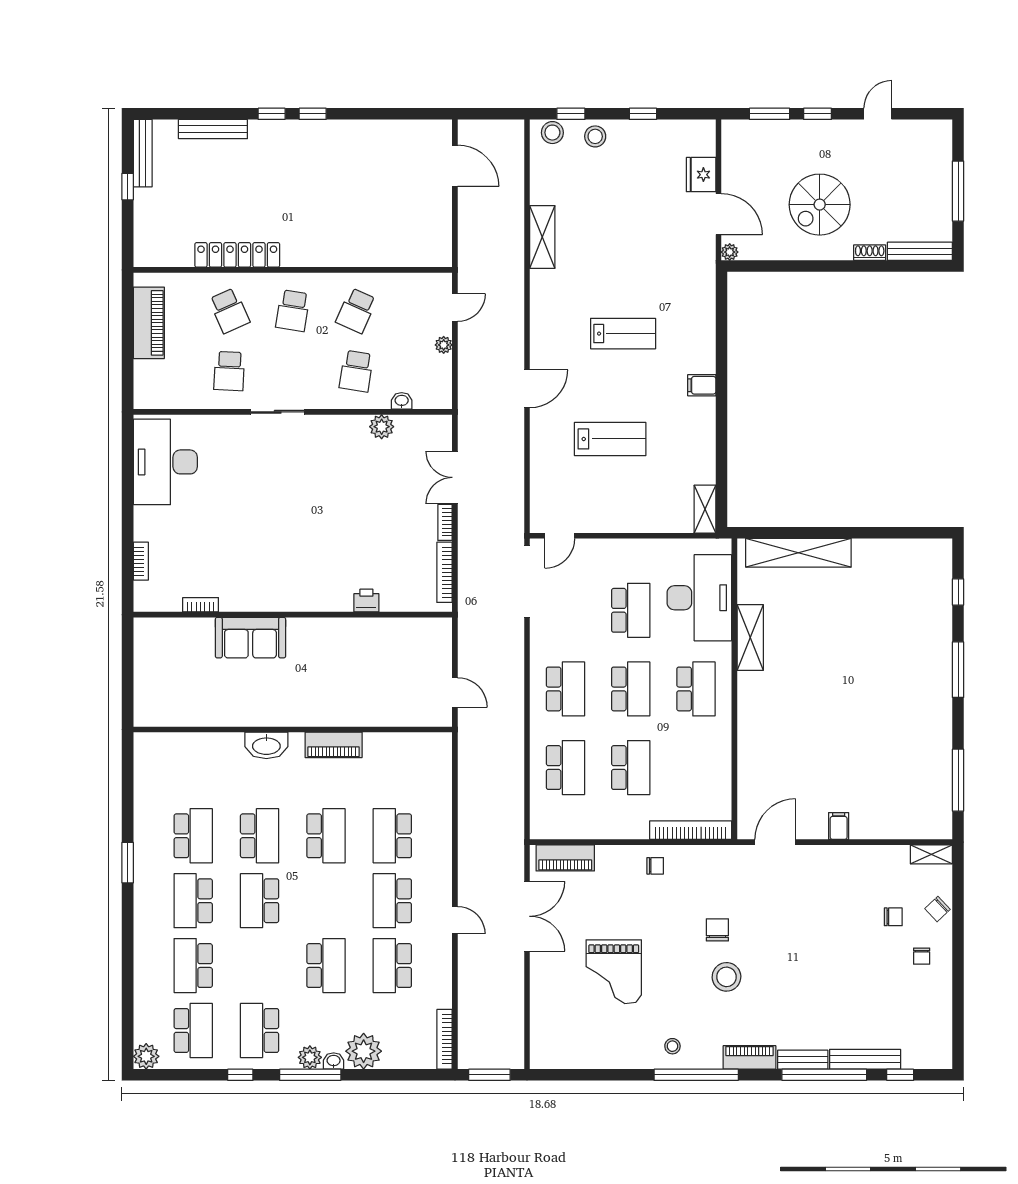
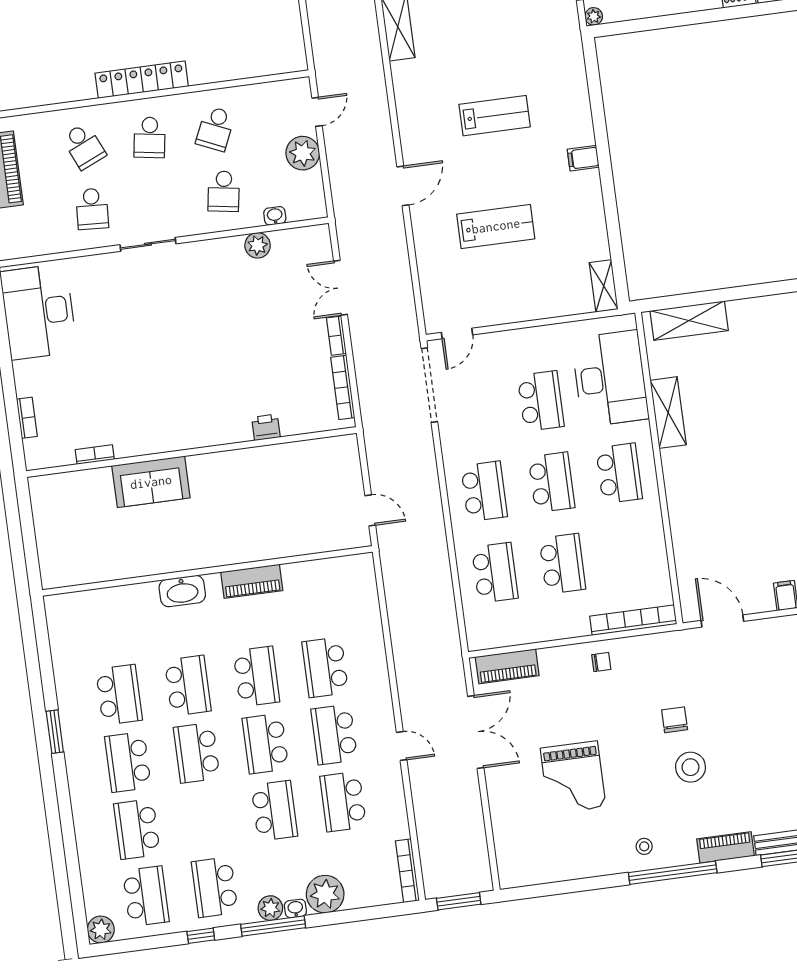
locker: (237, 255) -> (142, 80), moved
plant: (444, 345) -> (303, 153), width x1.88, depth x1.88
shelving: (798, 553) -> (689, 321), width x0.68
door: (775, 842) -> (722, 621), hinge flipped
school desk: (326, 901) -> (265, 744), added

